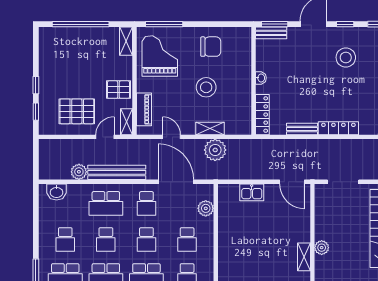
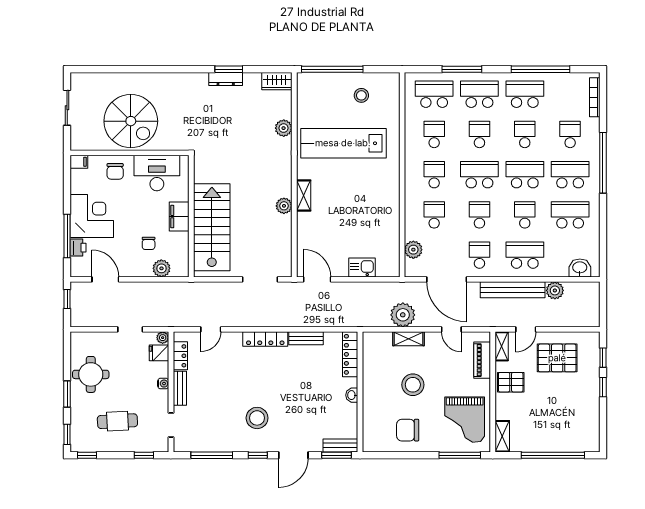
school desk: (65, 239) -> (570, 215), width x1.85

